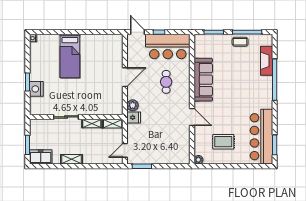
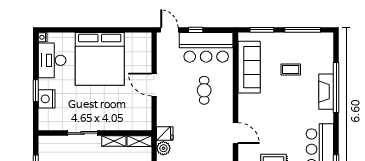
coffee table: (240, 42) -> (291, 69), moved
bed: (70, 56) -> (100, 59), width x2.04
desk: (41, 57) -> (52, 60), added
fireplace: (267, 61) -> (326, 92), moved
door: (125, 77) -> (154, 85), swing flipped
sofa: (203, 80) -> (249, 67), moved
plant: (133, 105) -> (163, 148), moved

